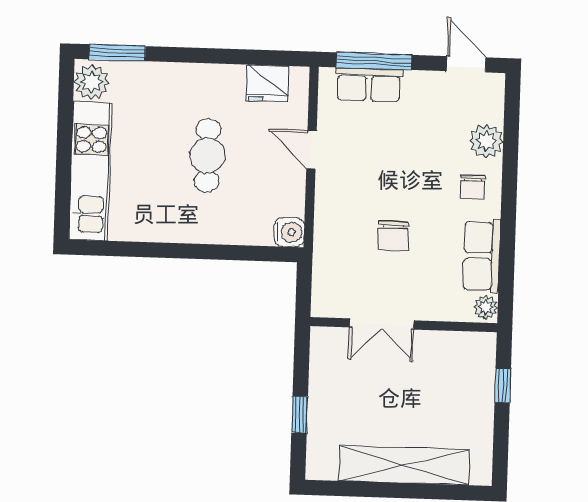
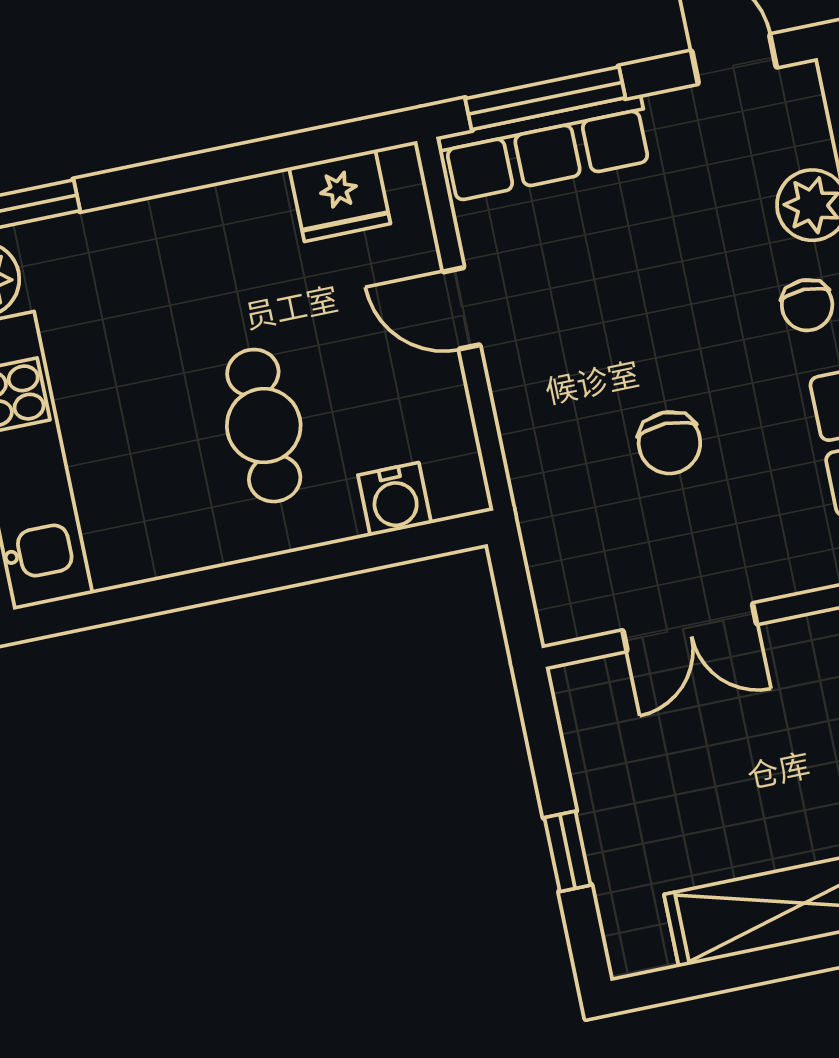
row of seats: (369, 85) -> (546, 148), width x1.48
cafe table: (208, 155) -> (264, 426), moved
water cooler: (289, 232) -> (395, 499), moved, turned 90

